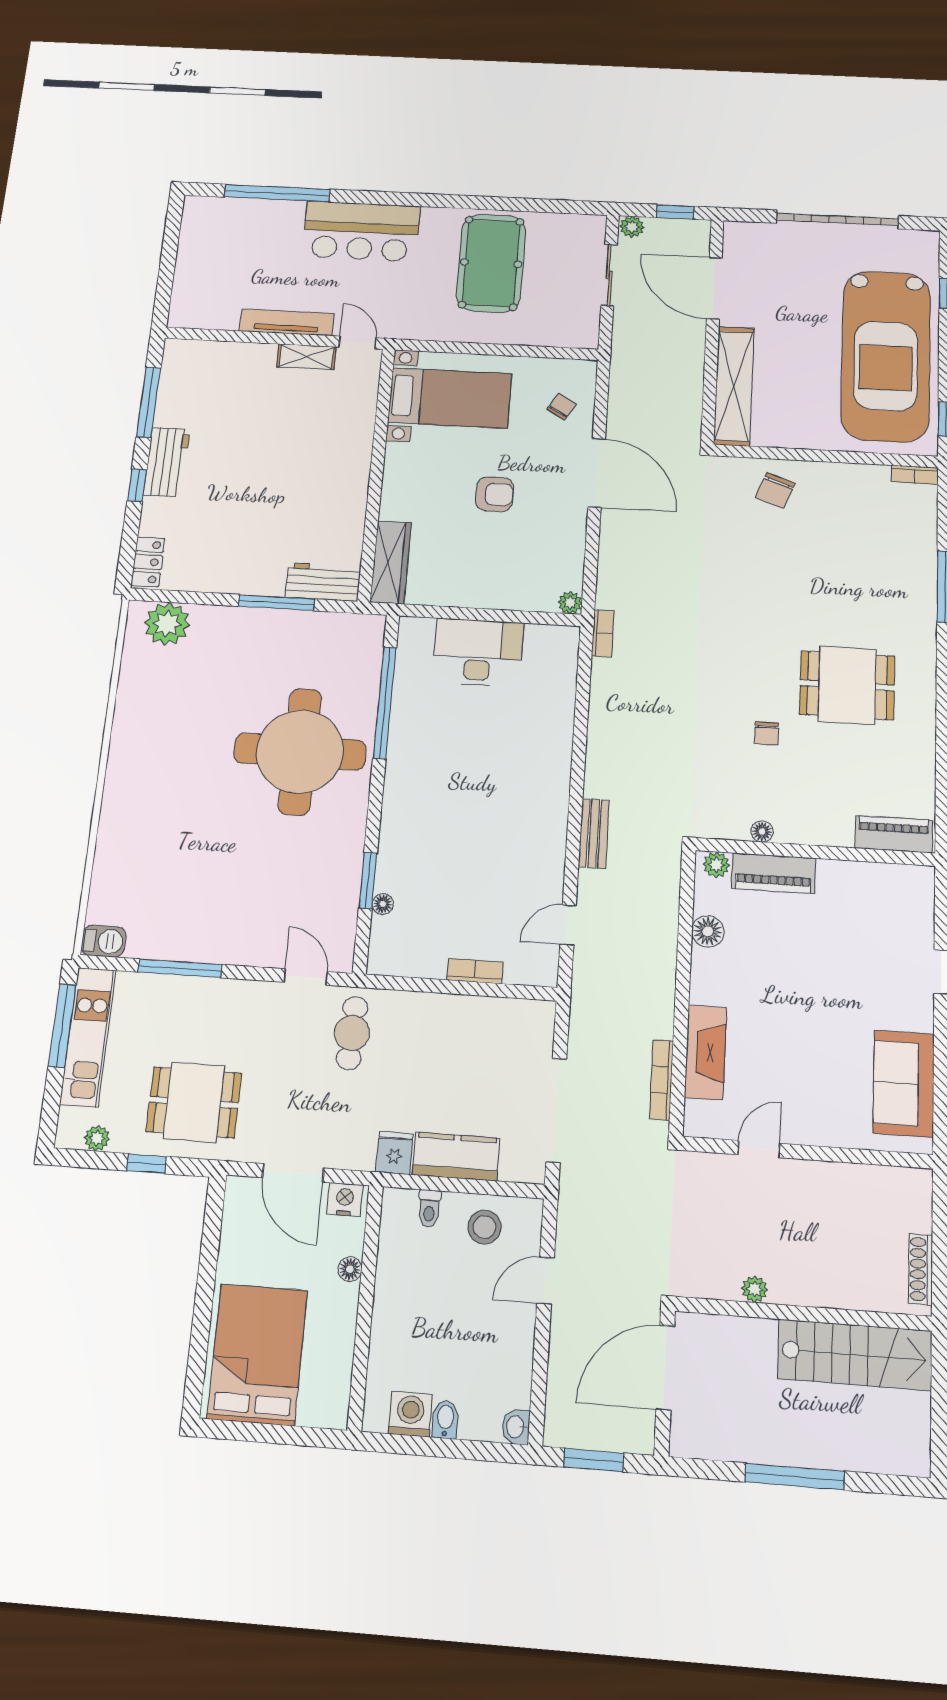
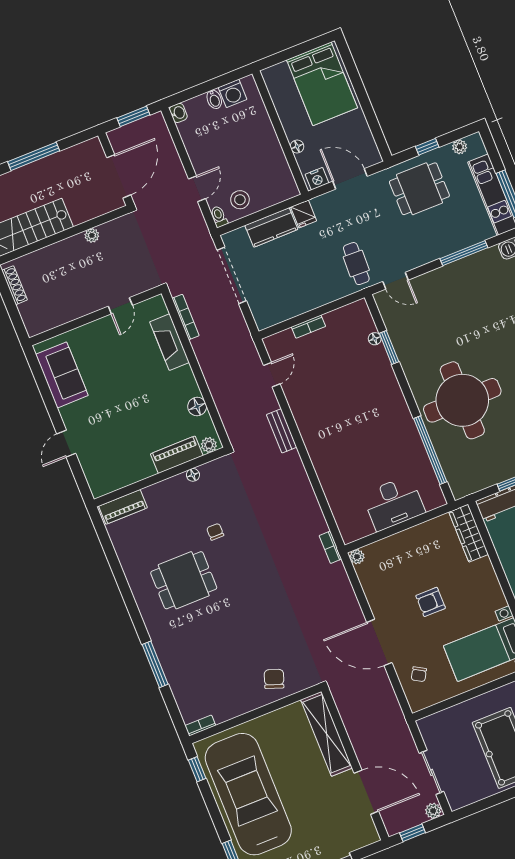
toilet: (429, 1209) -> (219, 217), moved

